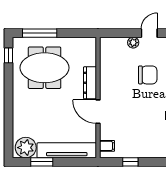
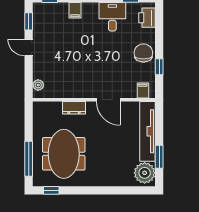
plant: (133, 43) -> (38, 85), moved
chair: (148, 75) -> (143, 53), moved
dresser: (90, 83) -> (74, 108), width x0.70
door: (98, 112) -> (108, 100), hinge flipped

